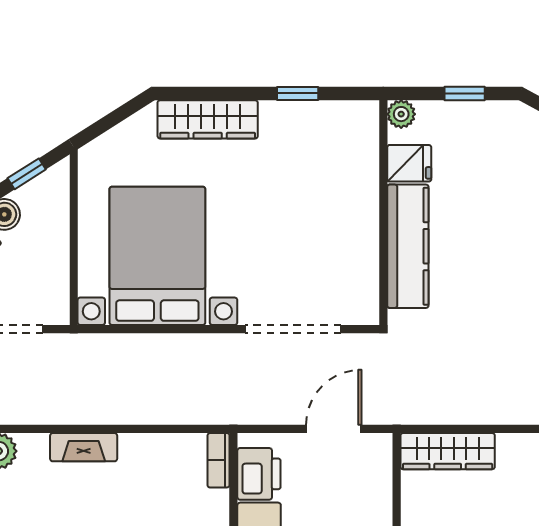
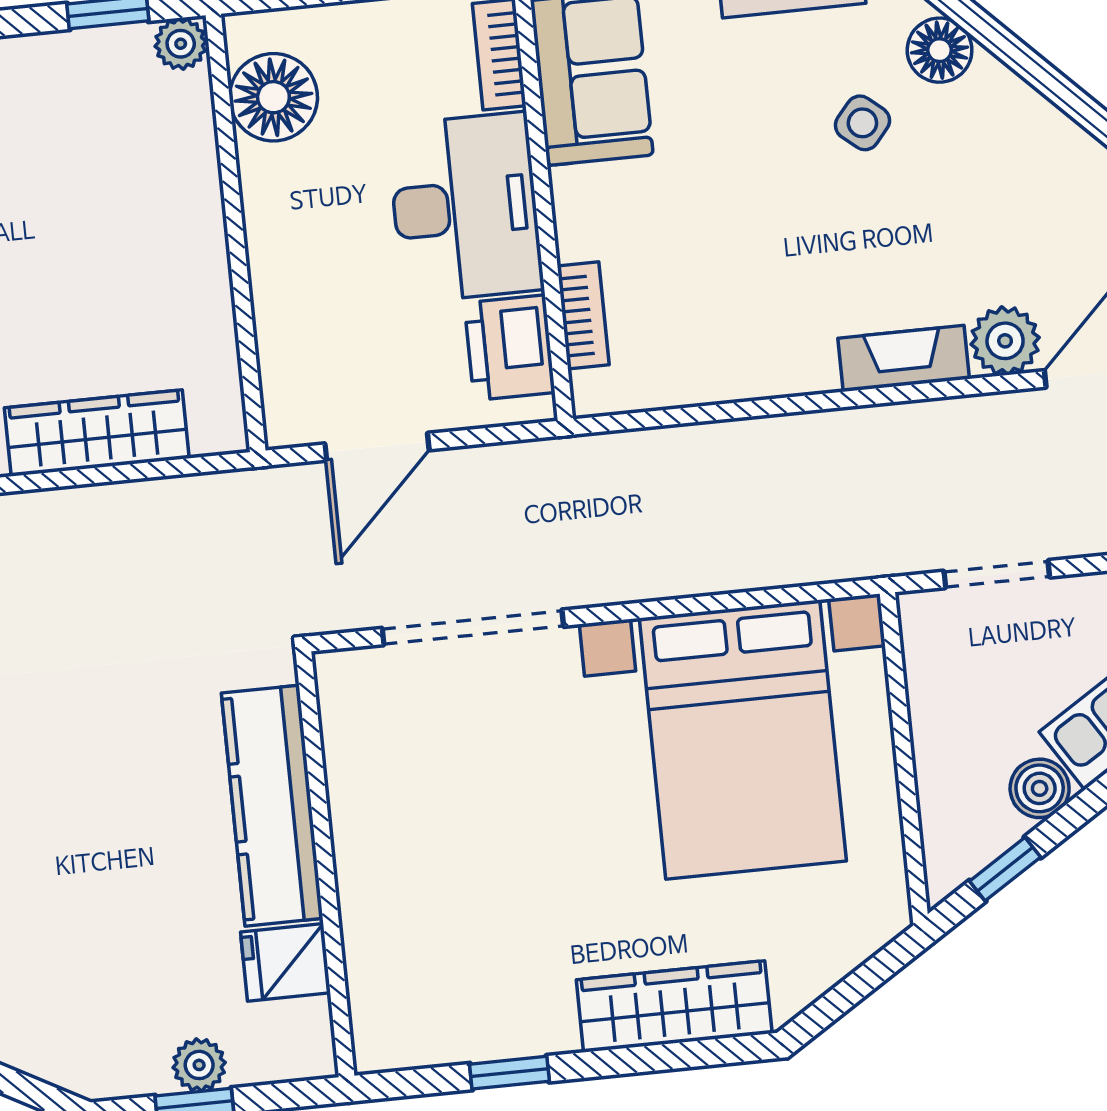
plant: (401, 114) -> (199, 1065), moved
fireplace: (84, 447) -> (904, 359), moved
wardrobe: (448, 451) -> (97, 433), moved
bookcase: (219, 460) -> (583, 315), moved

